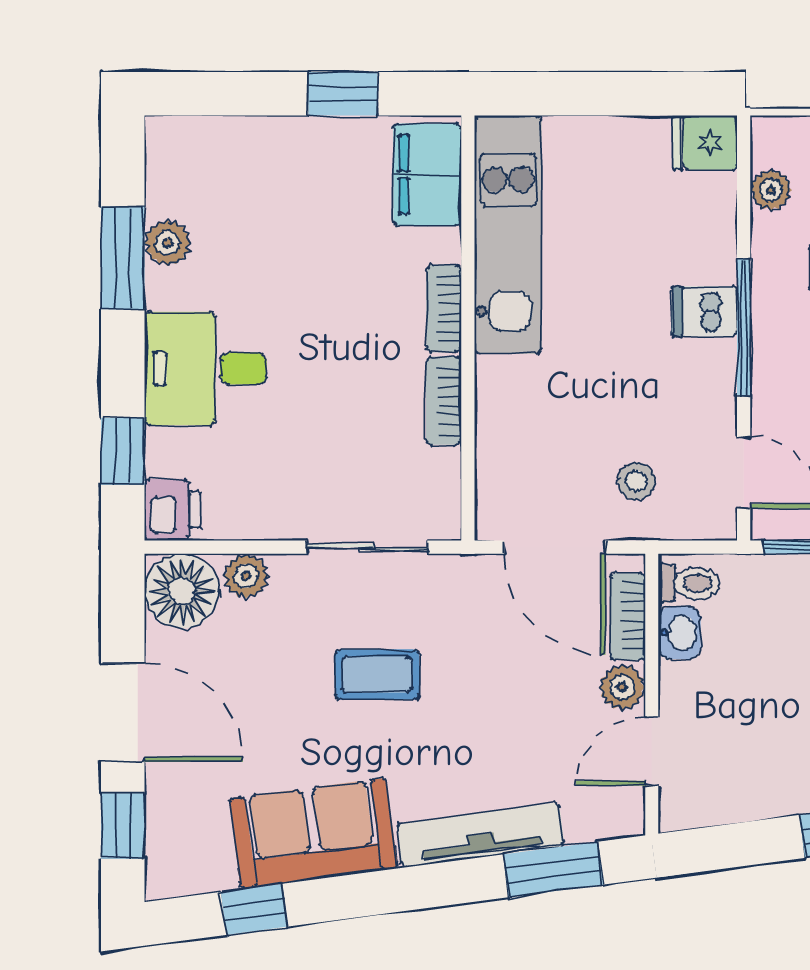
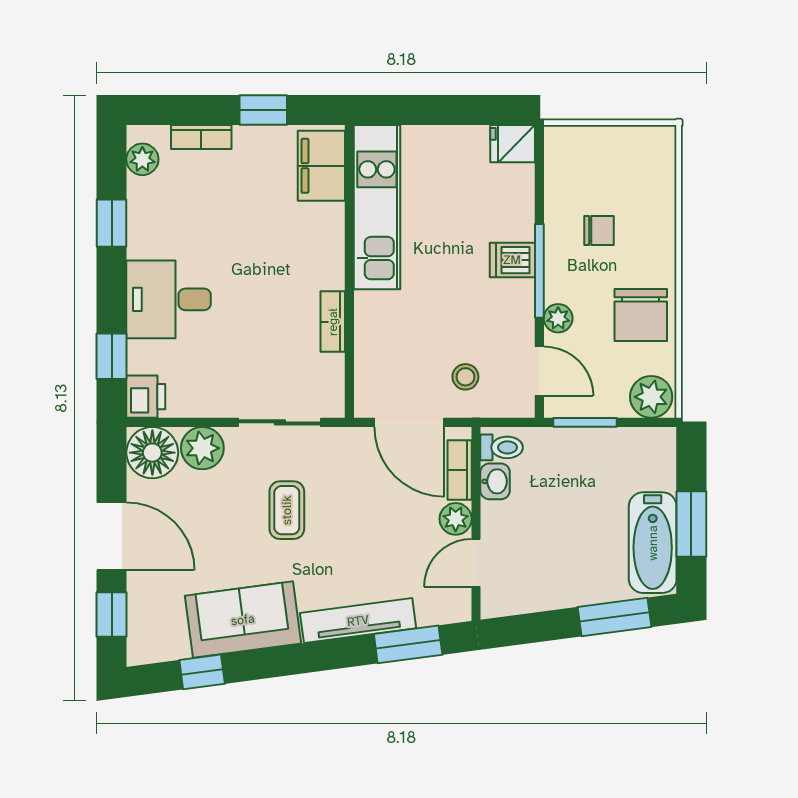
plant: (771, 190) -> (558, 318), moved
plant: (167, 243) -> (142, 159), moved
window: (123, 258) -> (112, 223), width x0.67
bookcase: (444, 309) -> (201, 137), moved, turned -90
plant: (246, 576) -> (202, 448), width x1.38, depth x1.38
coffee table: (377, 675) -> (287, 510), turned 90

